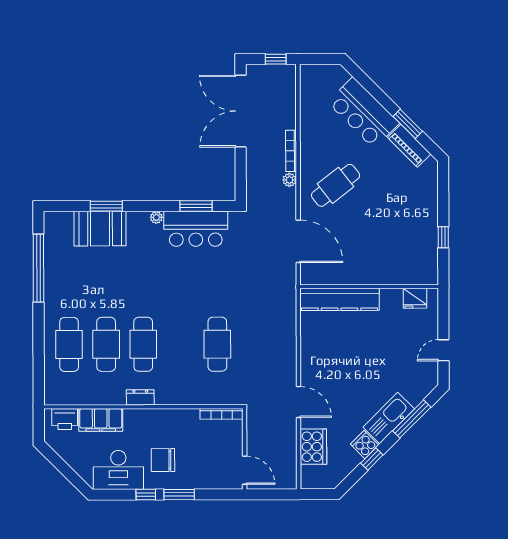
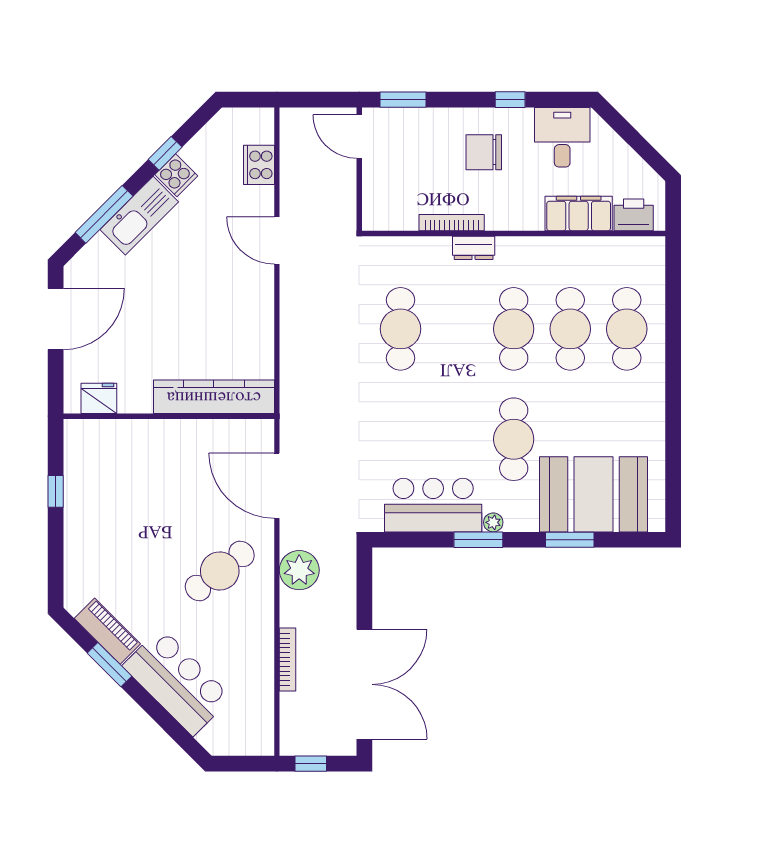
bookcase: (291, 151) -> (288, 660), moved
plant: (289, 180) -> (299, 570), width x1.88, depth x1.88
window: (196, 206) -> (478, 540), moved
booth: (100, 229) -> (593, 494), width x1.36, depth x1.42
window: (38, 268) -> (673, 445), removed
cafe table: (143, 272) -> (514, 439), added
door: (443, 350) -> (56, 319), width x1.88
dresser: (140, 397) -> (474, 248), moved
bookcase: (222, 414) -> (452, 223), moved
cooker: (313, 447) -> (259, 165), width x0.73, depth x0.76
chair: (163, 460) -> (484, 152), turned 180
desk: (118, 470) -> (562, 137), width x0.73
window: (179, 494) -> (403, 100), moved

